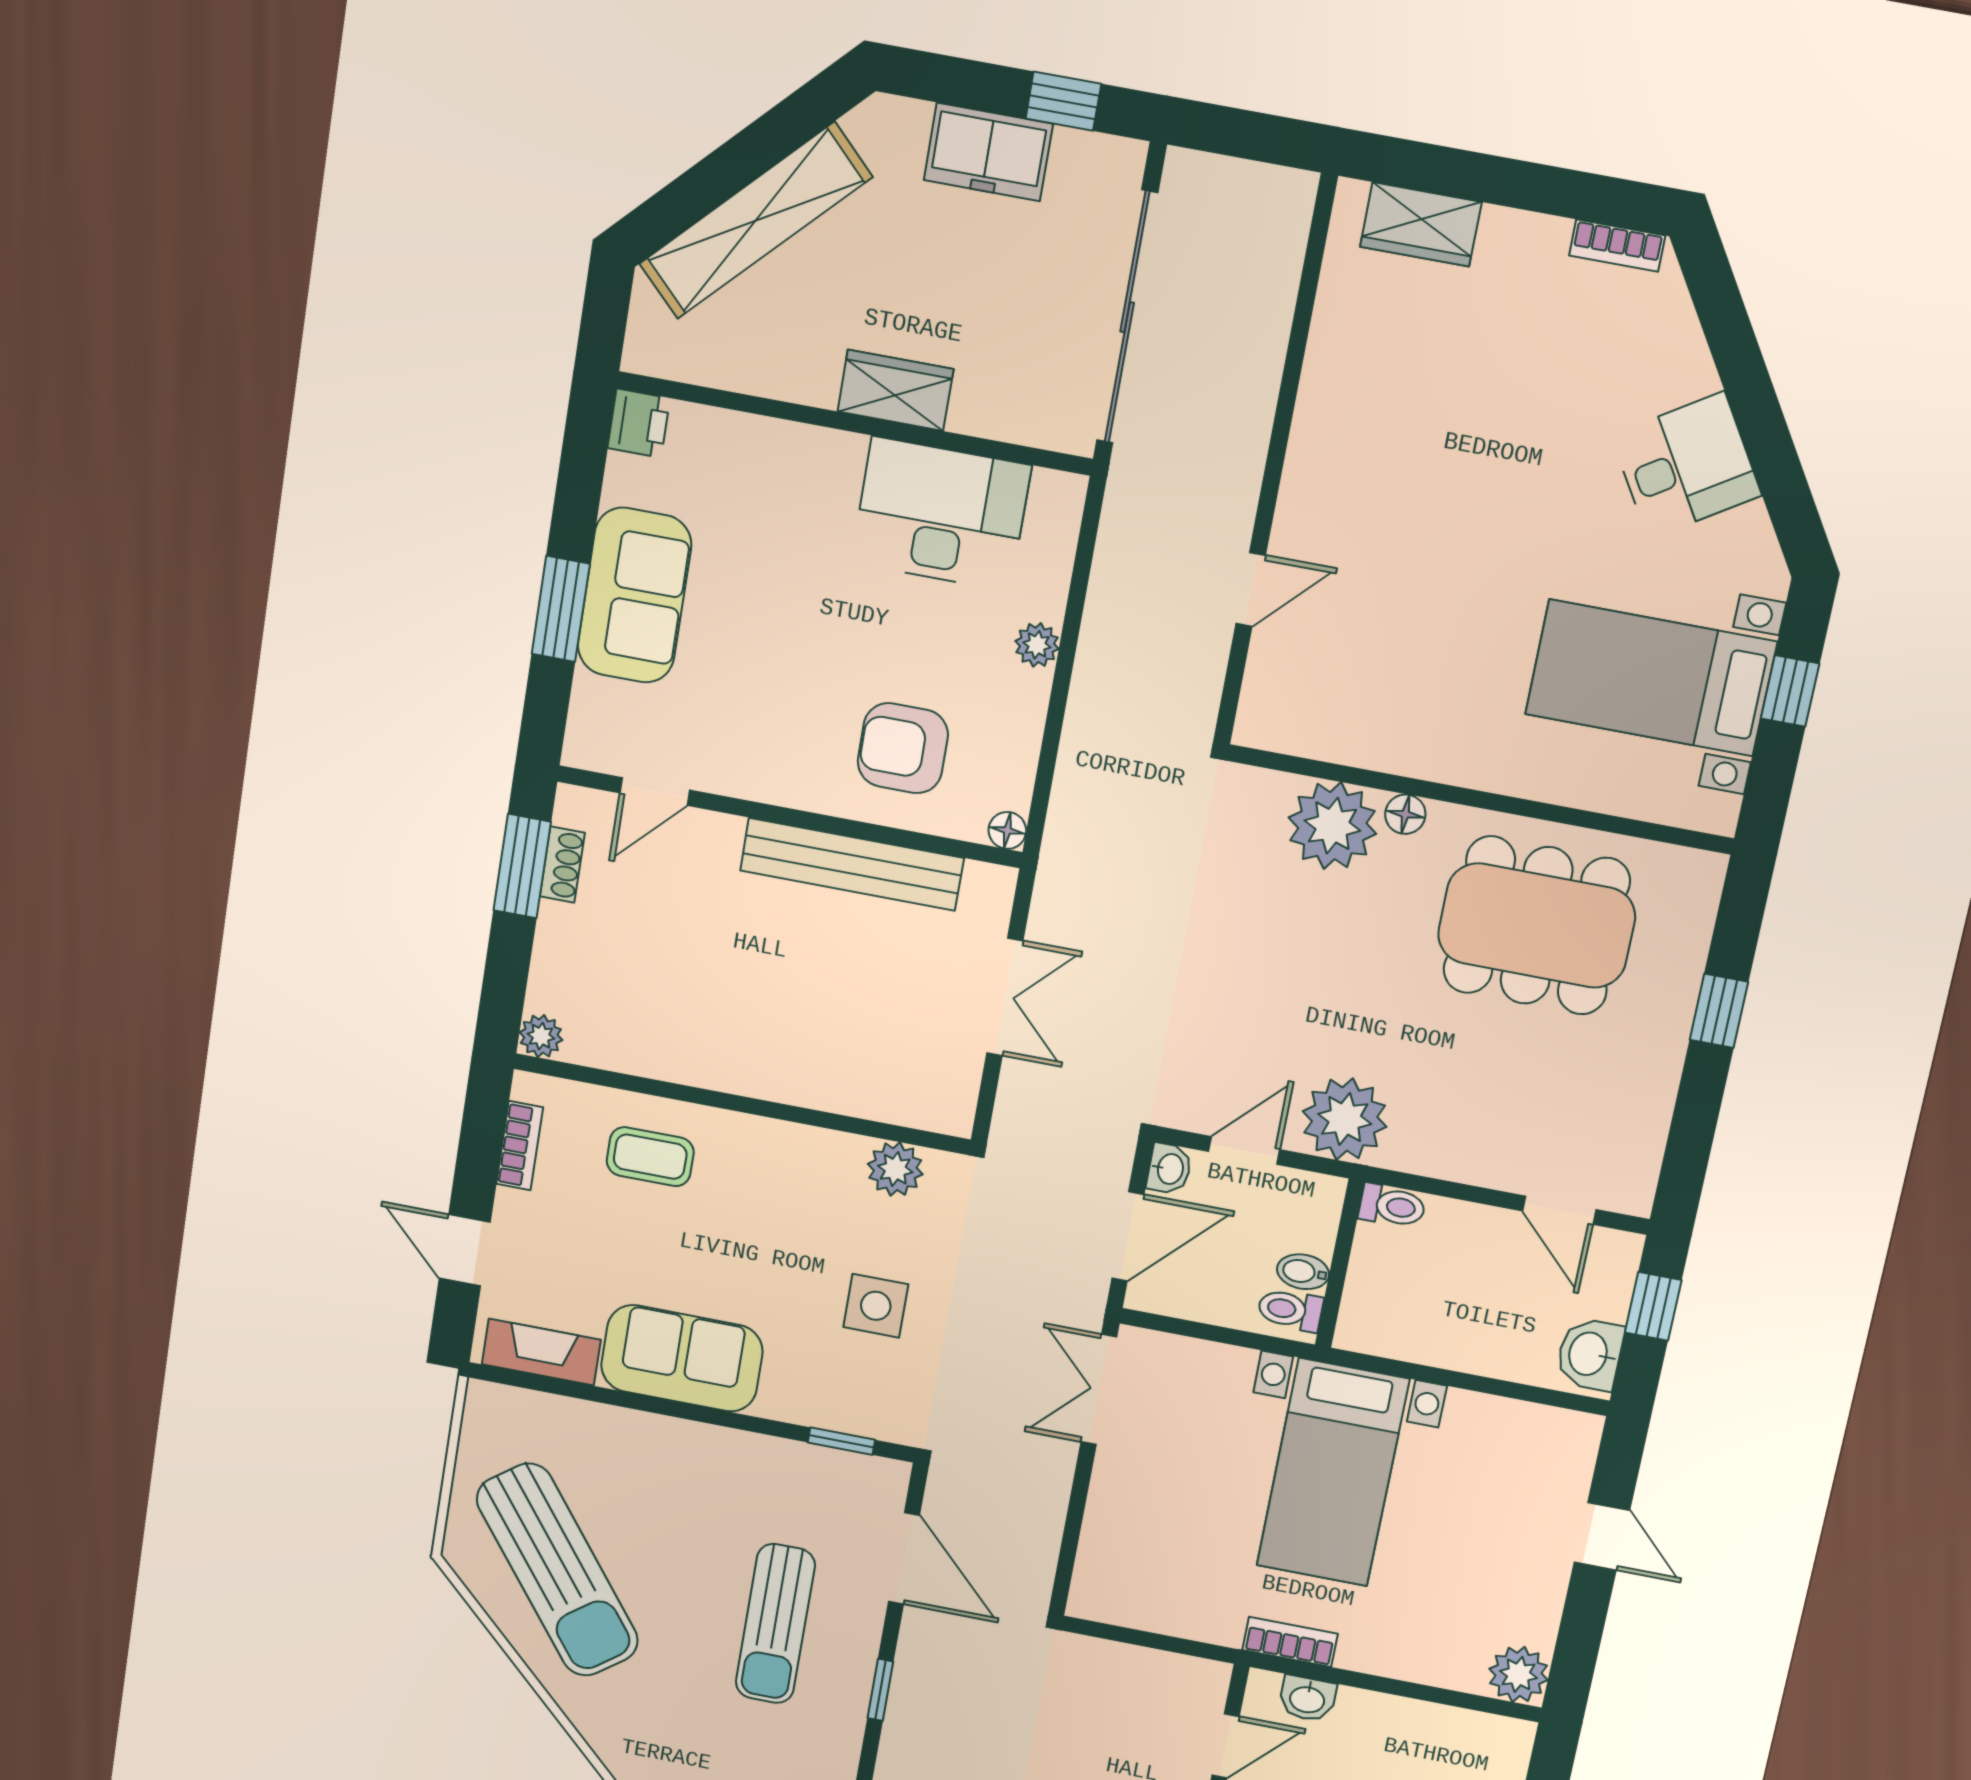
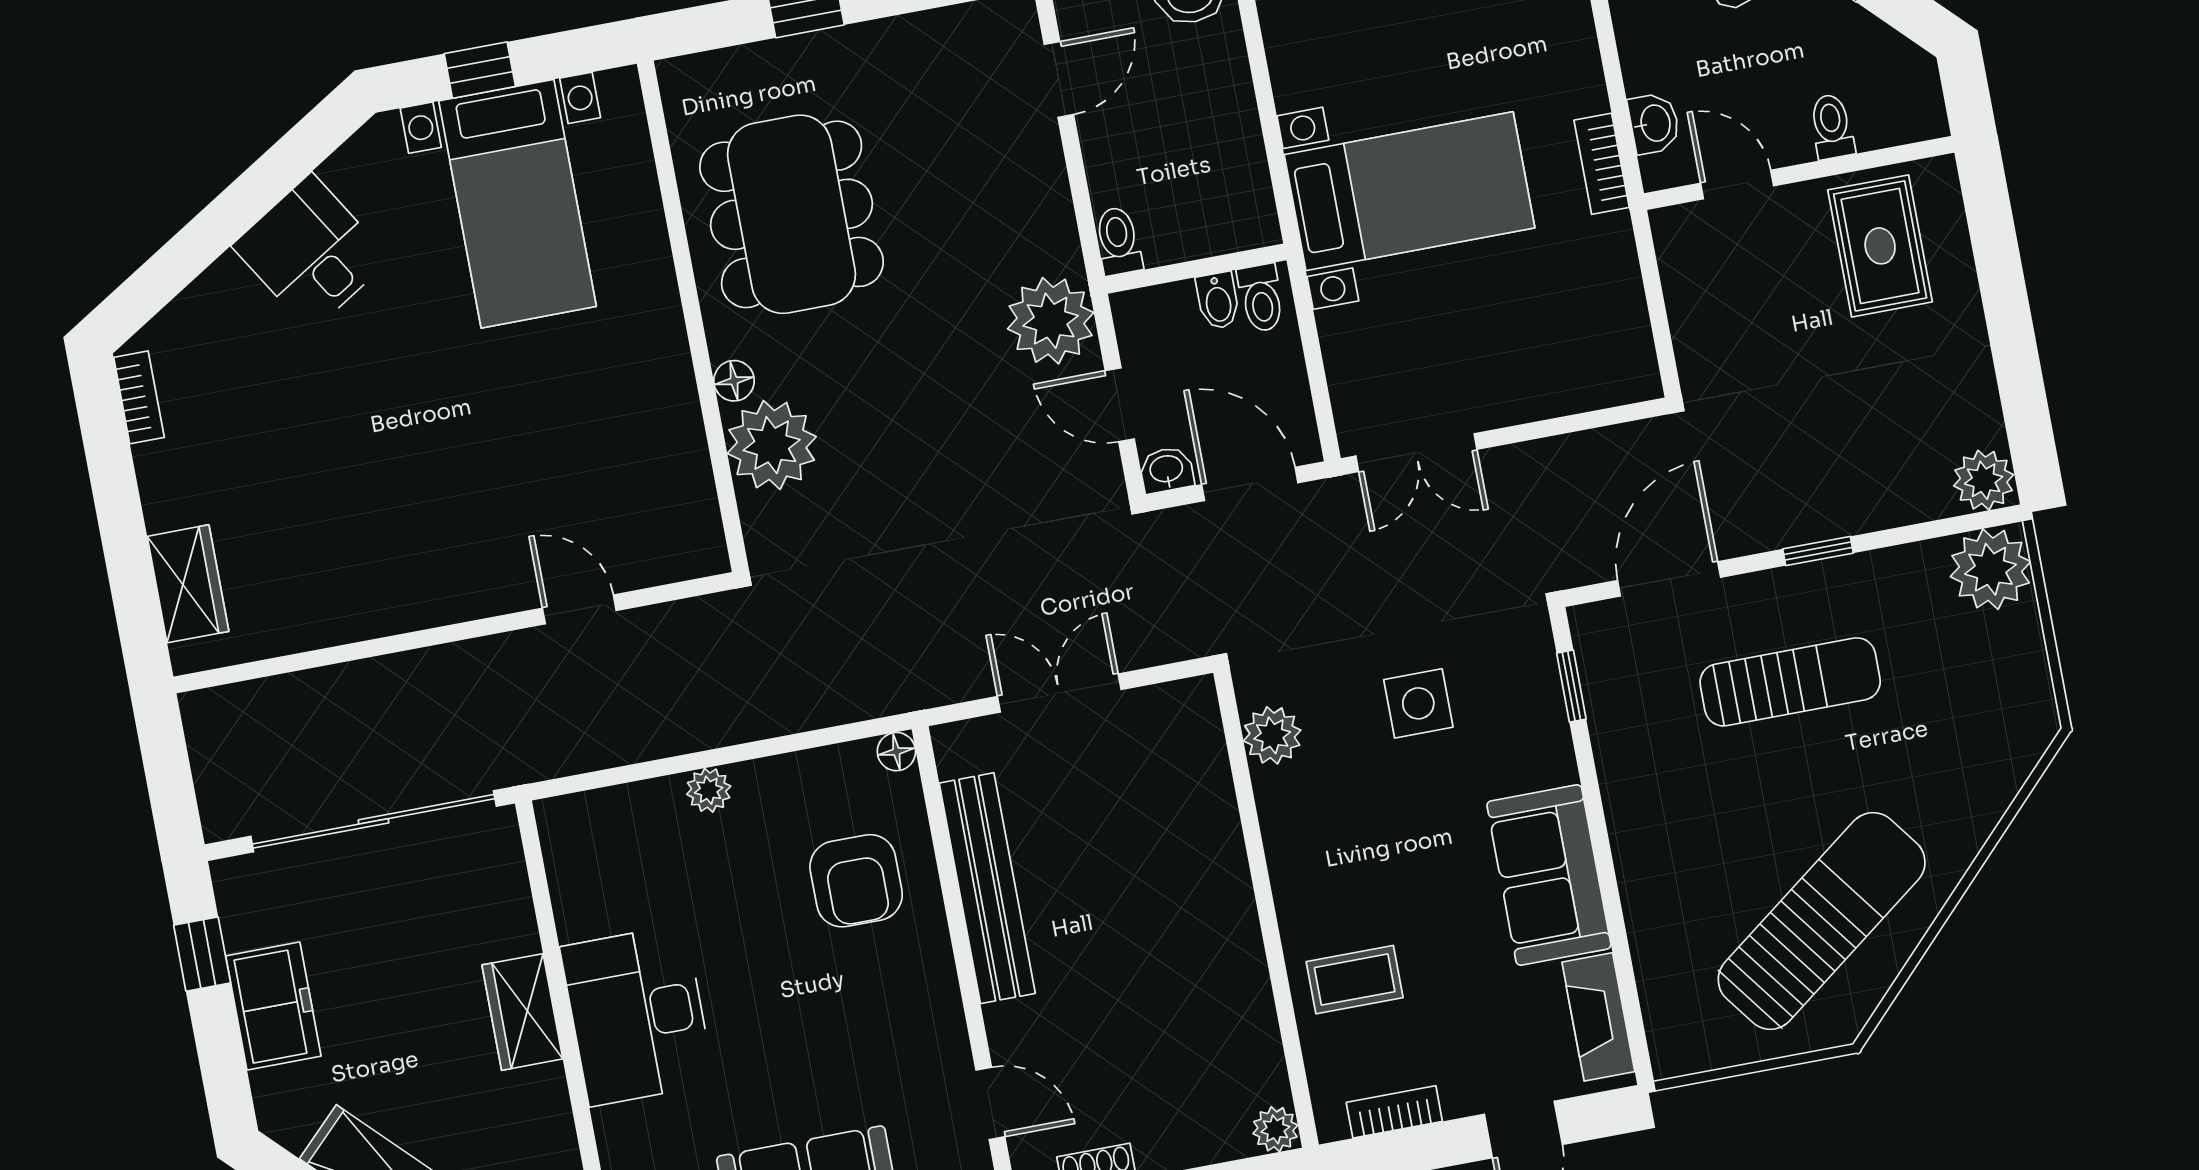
desk: (941, 514) -> (637, 1015), moved
coffee table: (650, 1157) -> (1355, 980), turned 90

